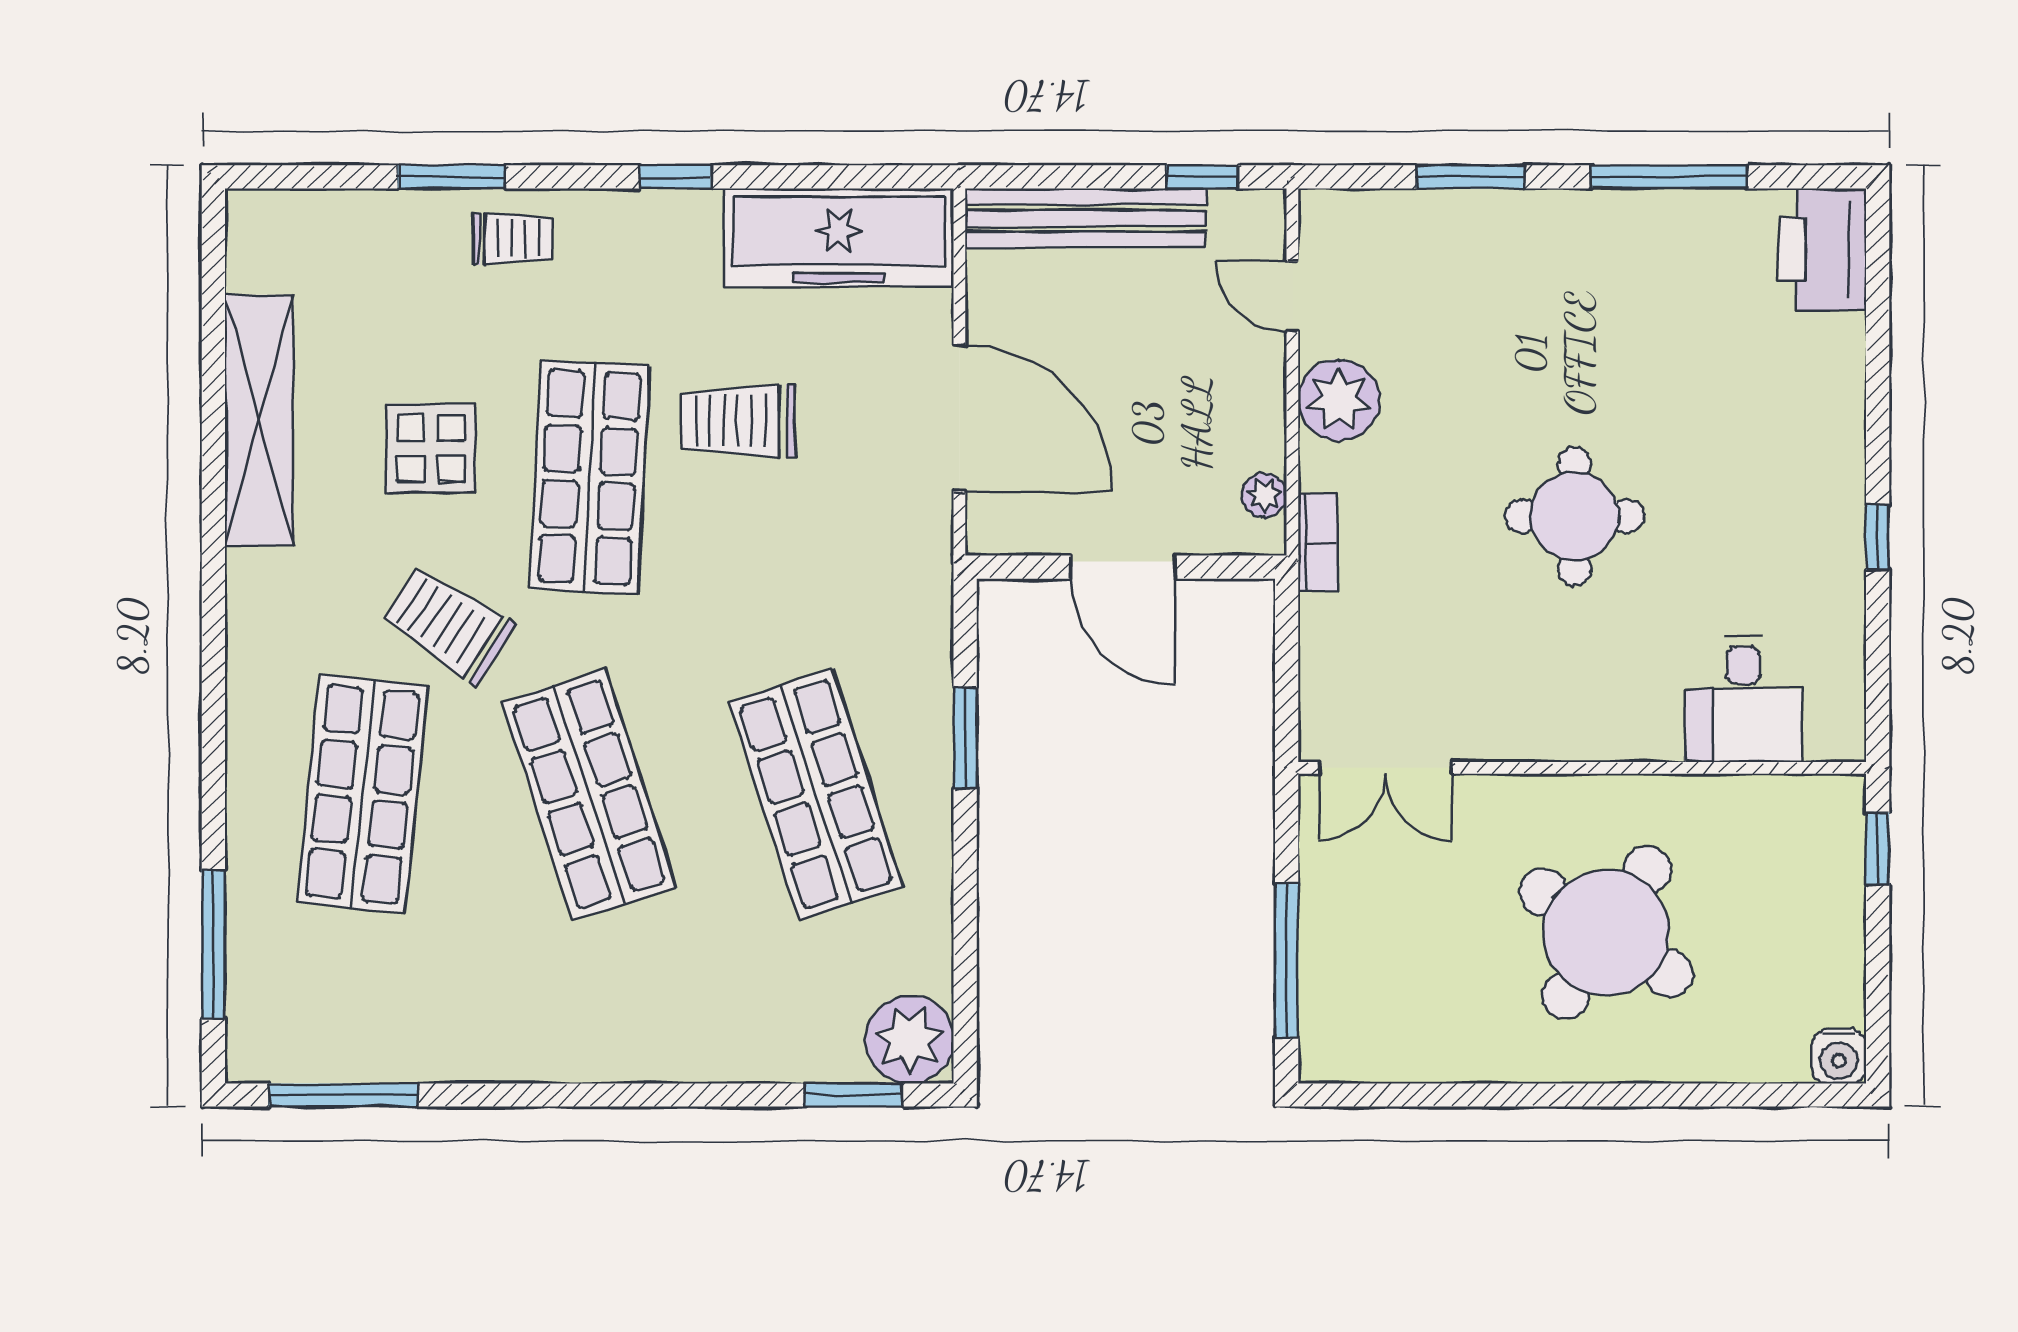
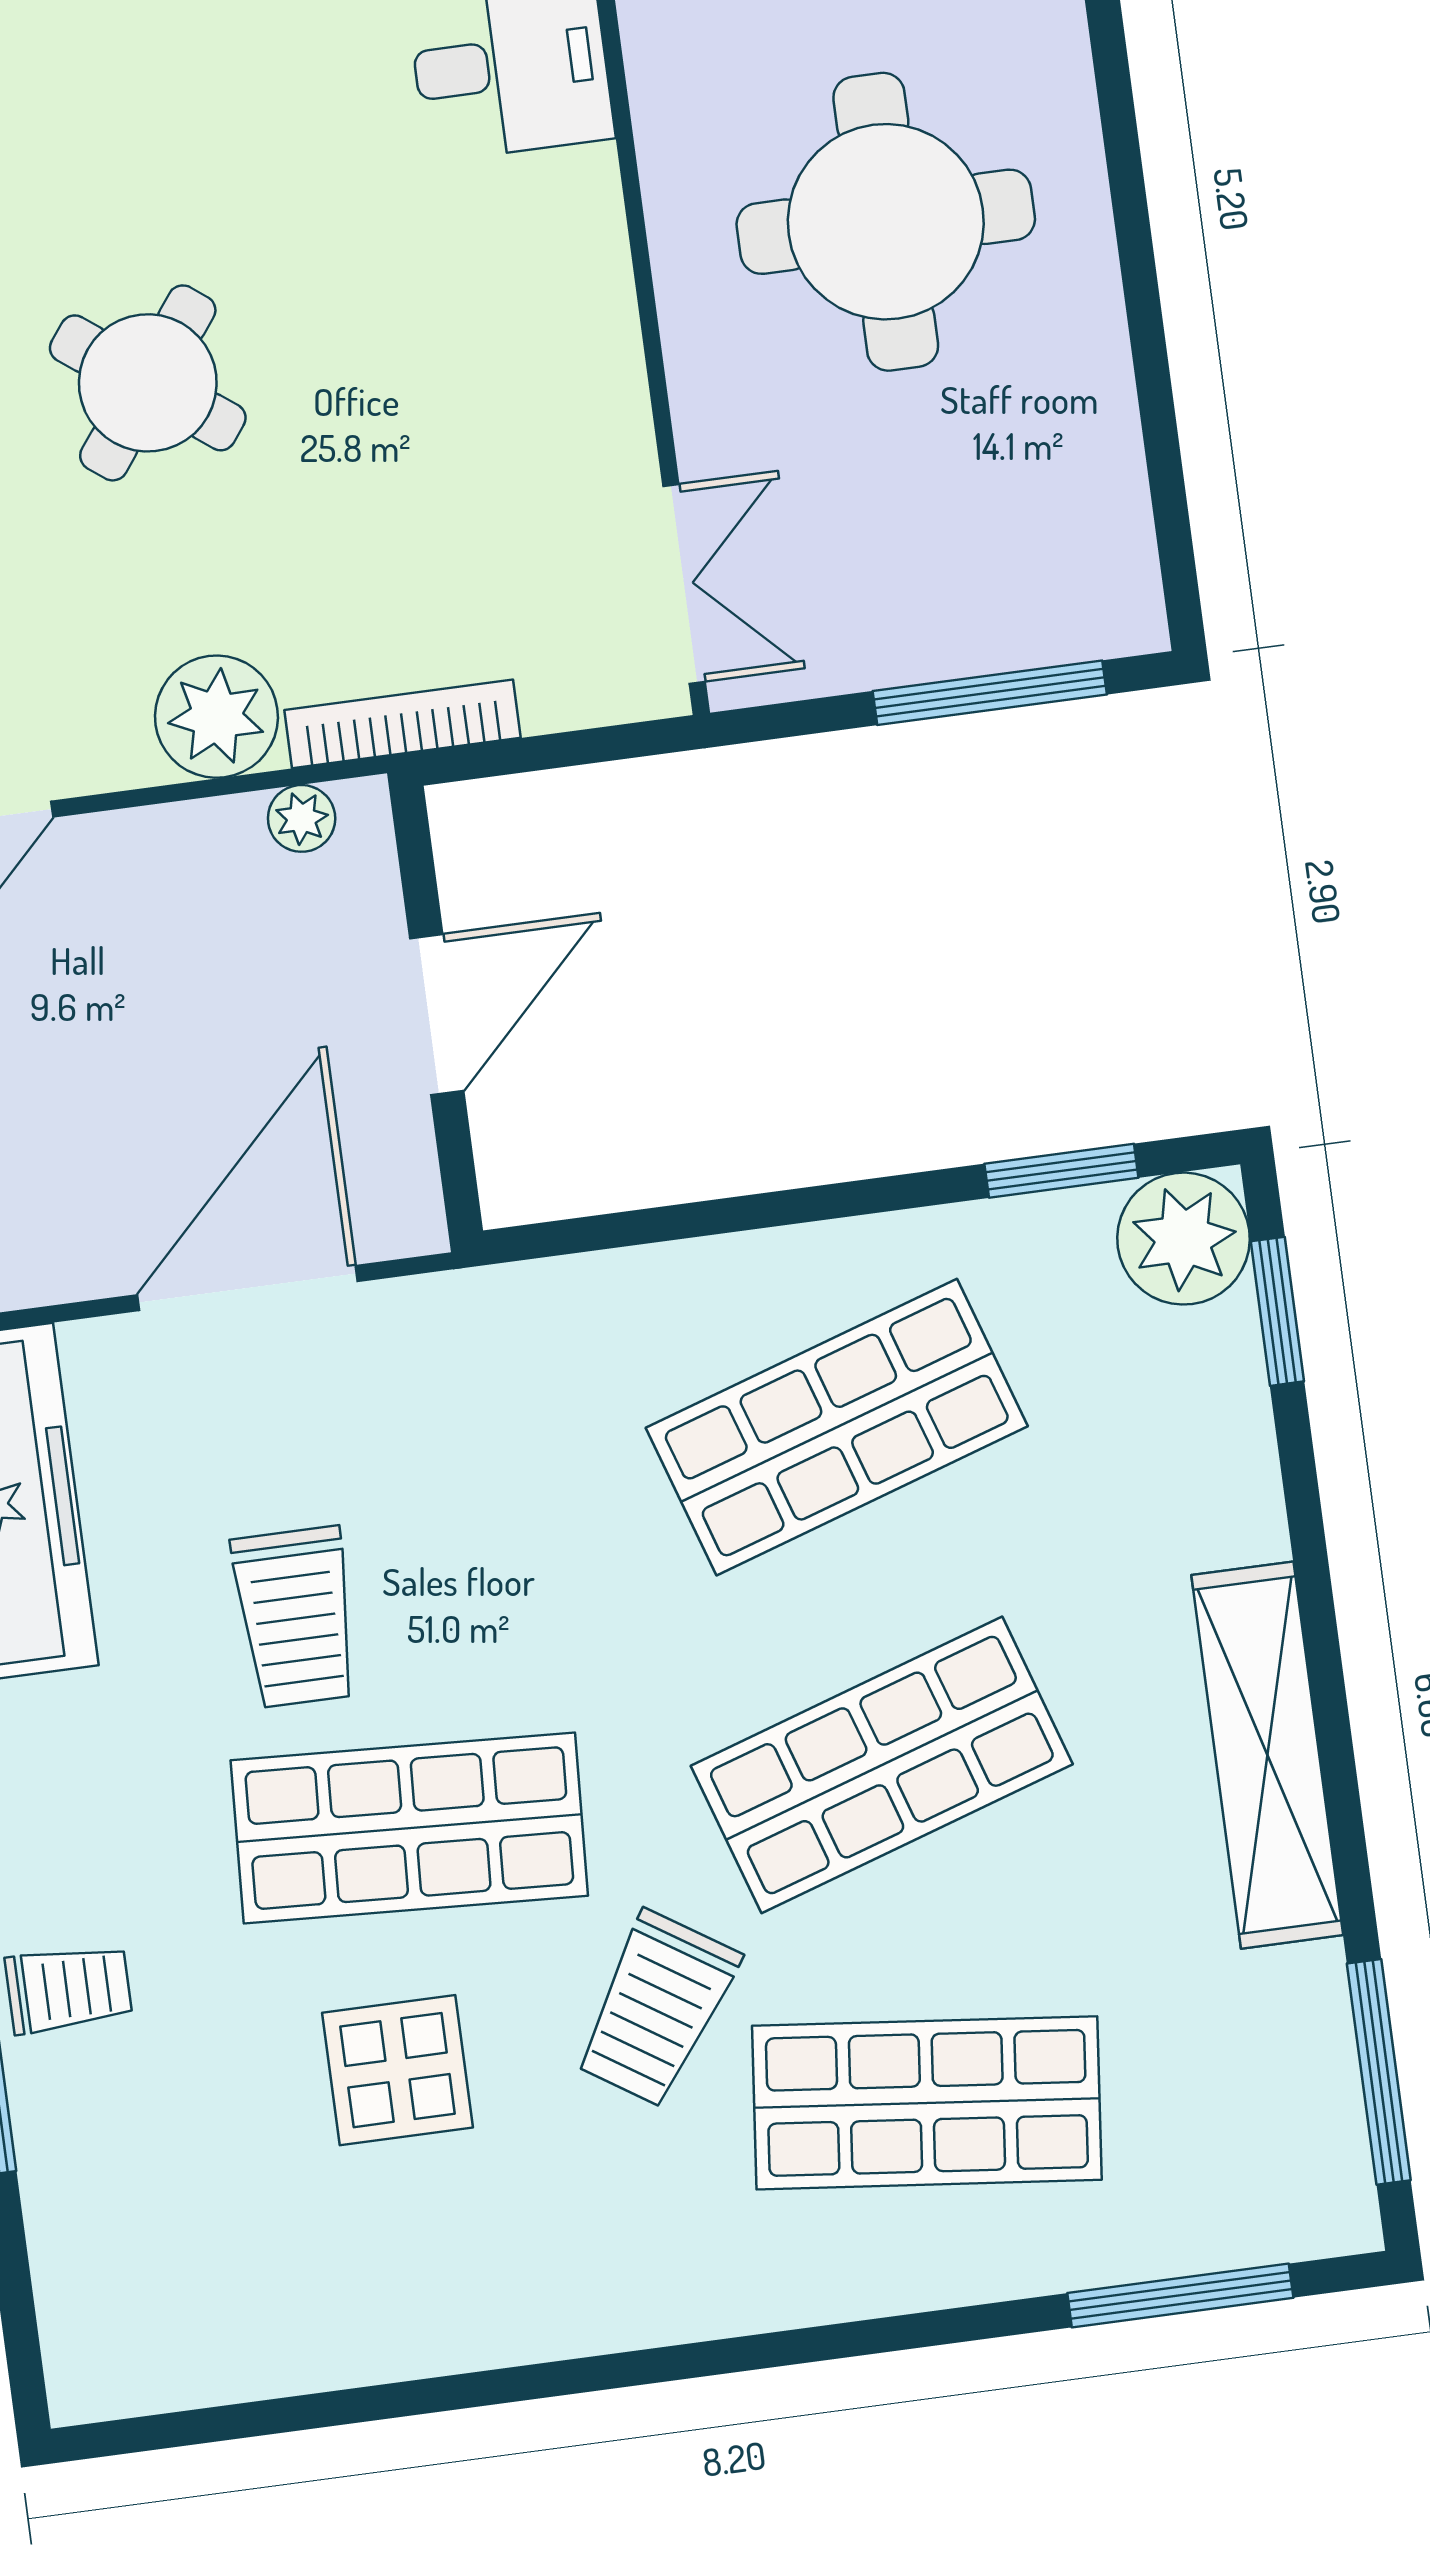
trolley: (513, 239) -> (69, 1989), turned 90
plant: (1339, 400) -> (216, 717), moved
shelving: (259, 420) -> (1267, 1755), moved, turned 90
round table: (1574, 516) -> (148, 383), moved, turned 37
bookcase: (1318, 542) -> (403, 724), width x1.56
window: (965, 738) -> (1061, 1171), moved
round table: (1606, 933) -> (886, 222), turned -33

